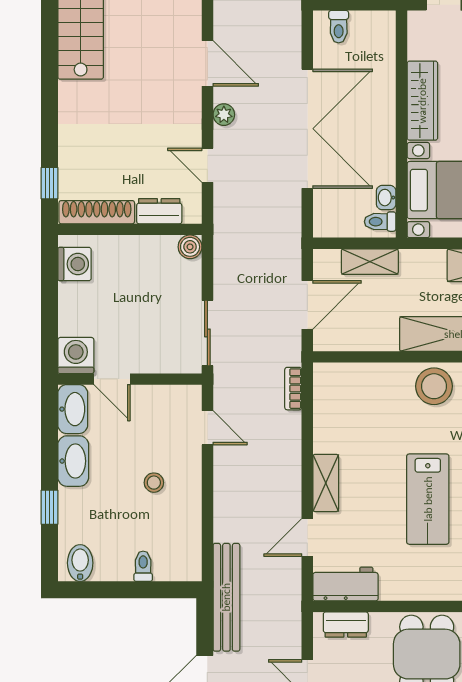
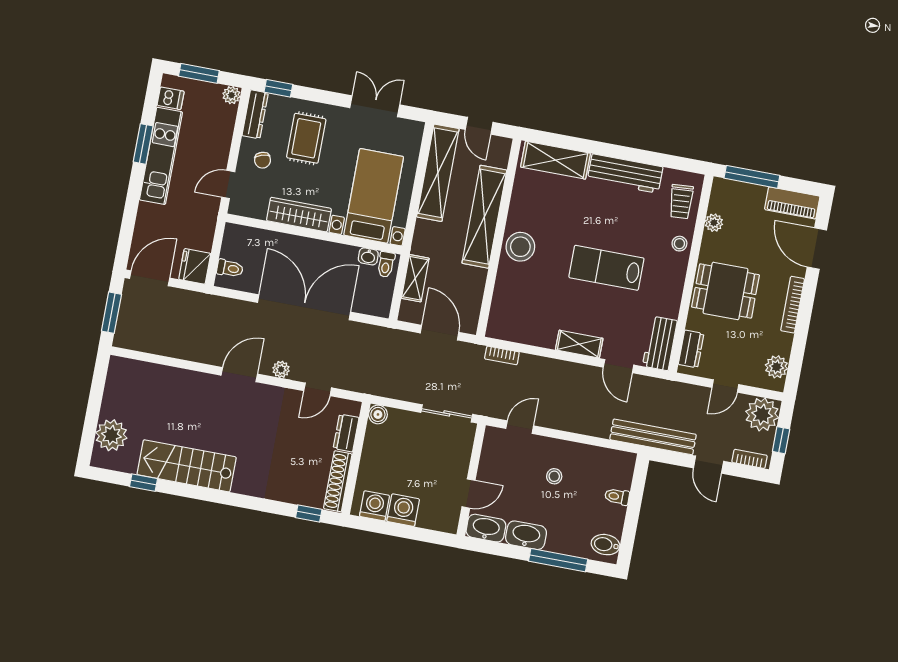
washing machine: (76, 356) -> (403, 510), moved, turned 90
lab bench: (428, 499) -> (606, 268), turned 180
window: (49, 507) -> (558, 560), width x2.17

